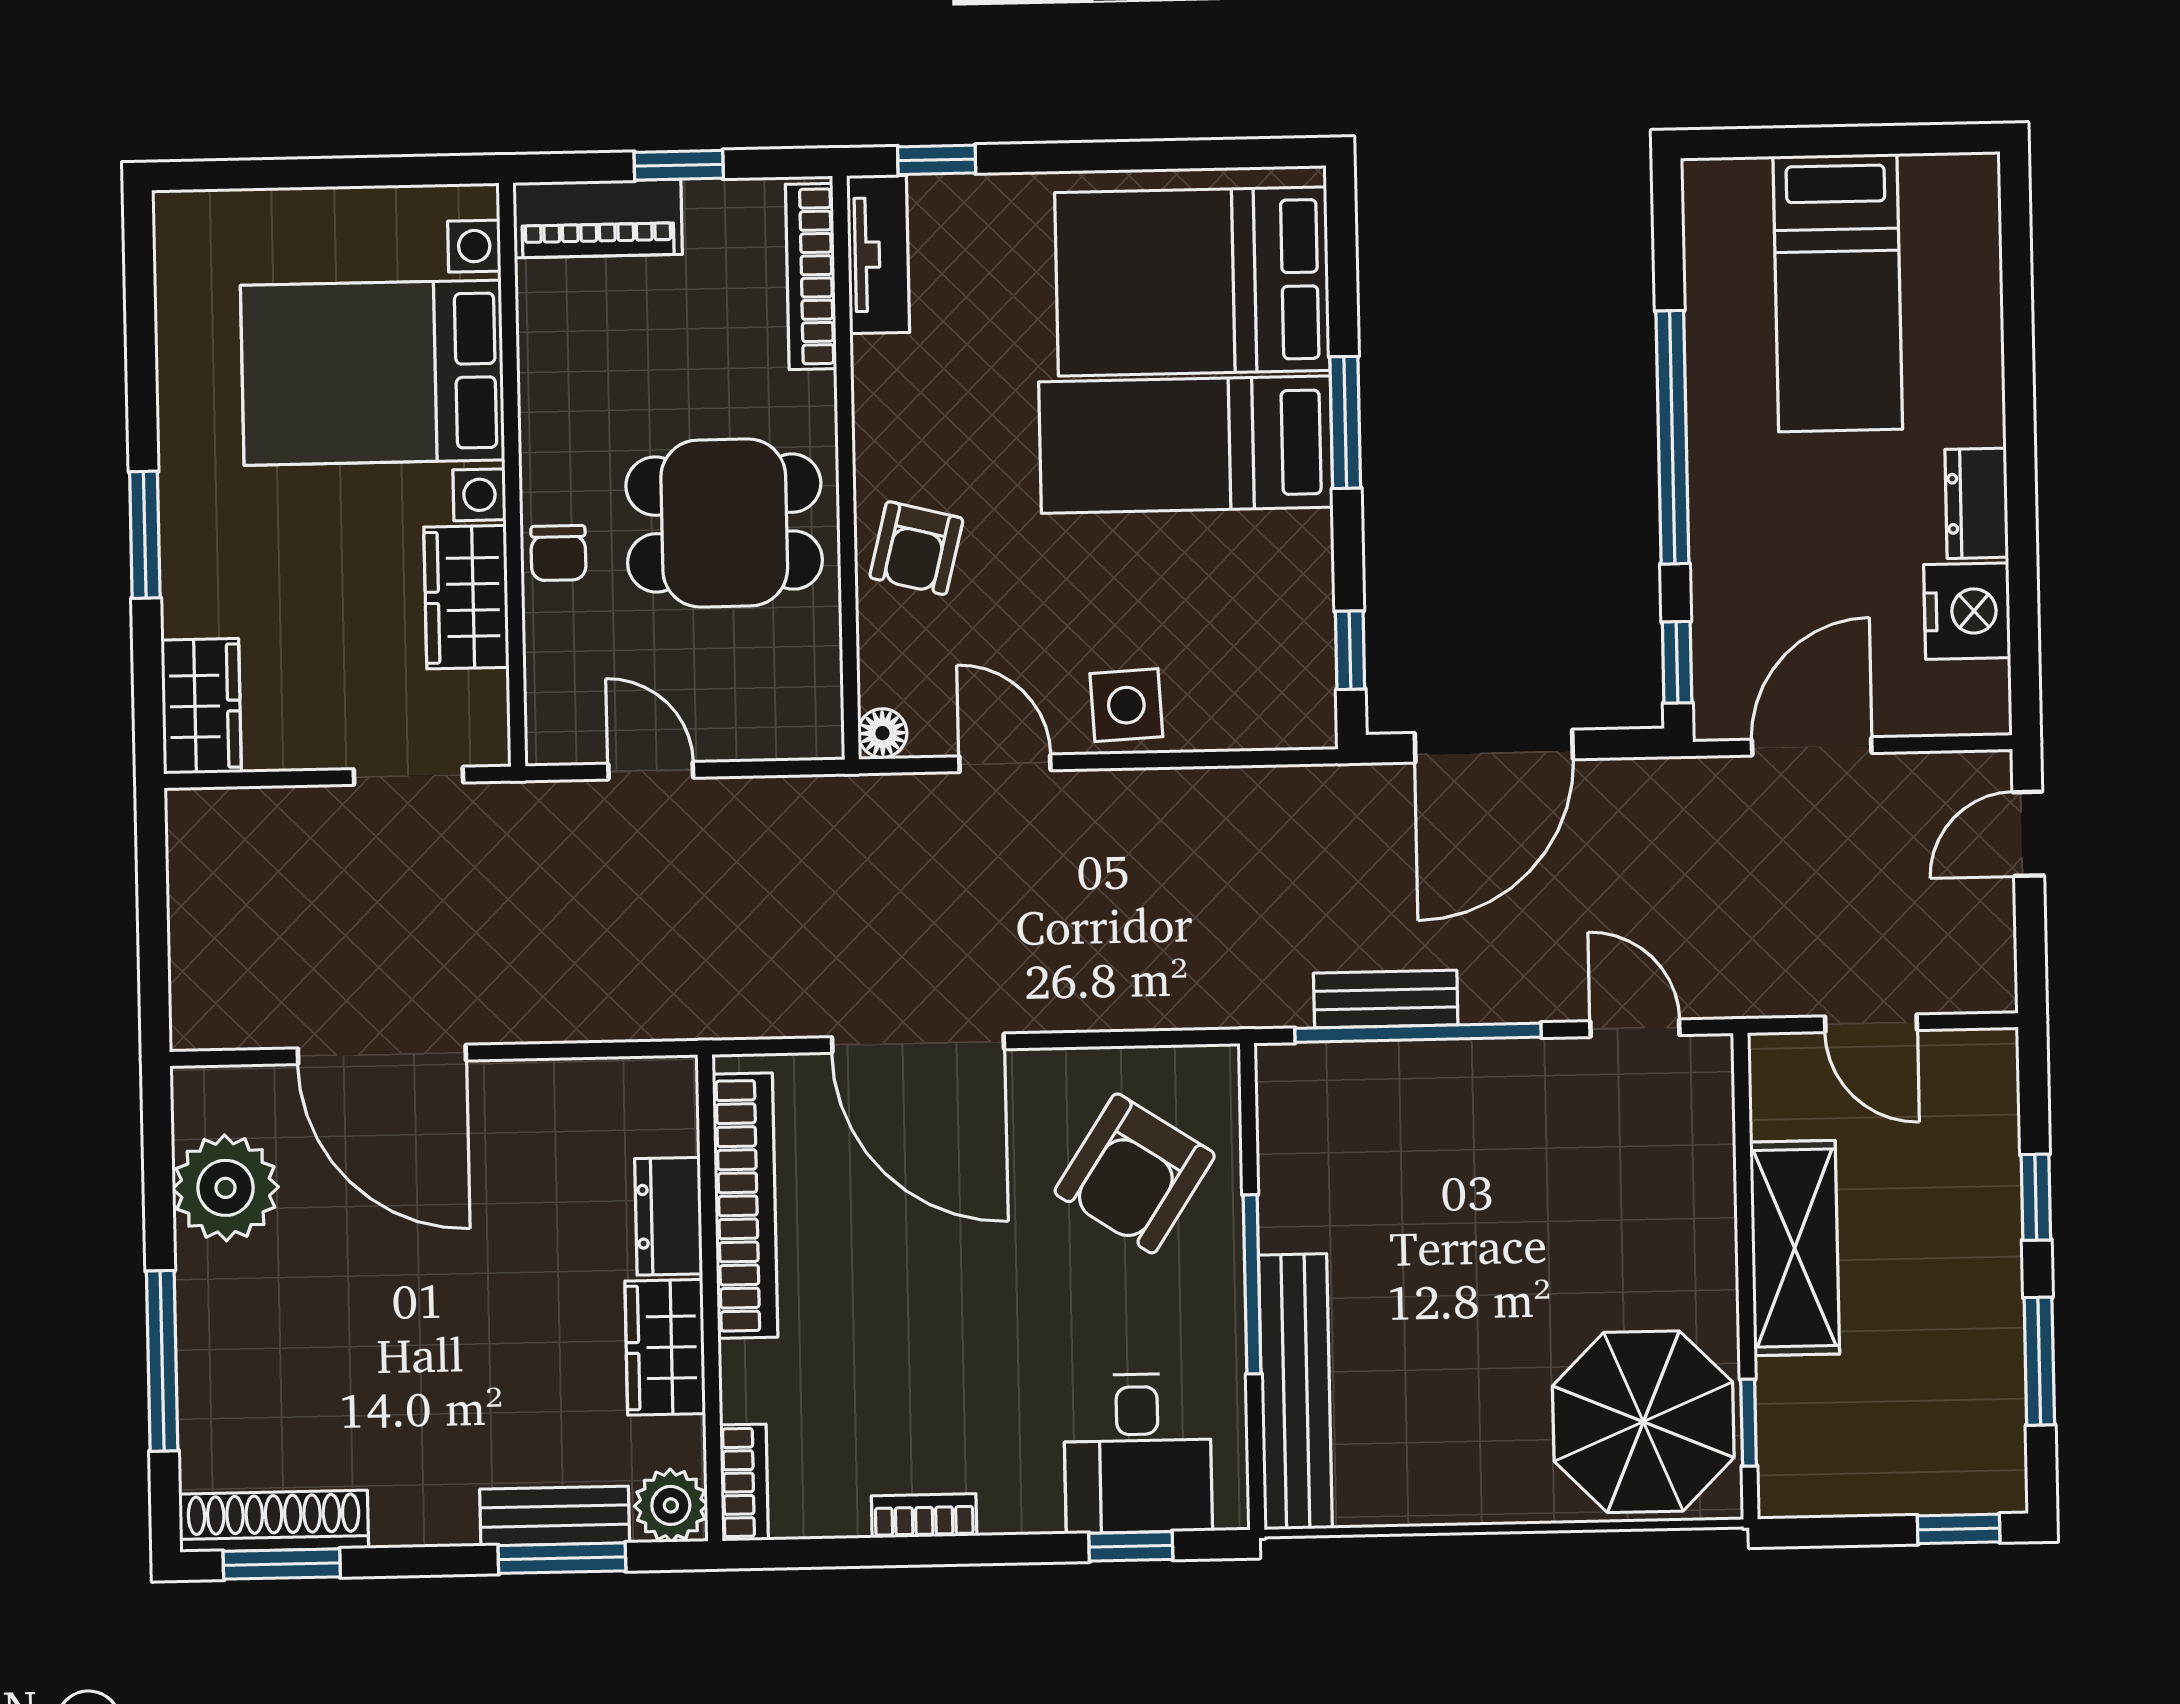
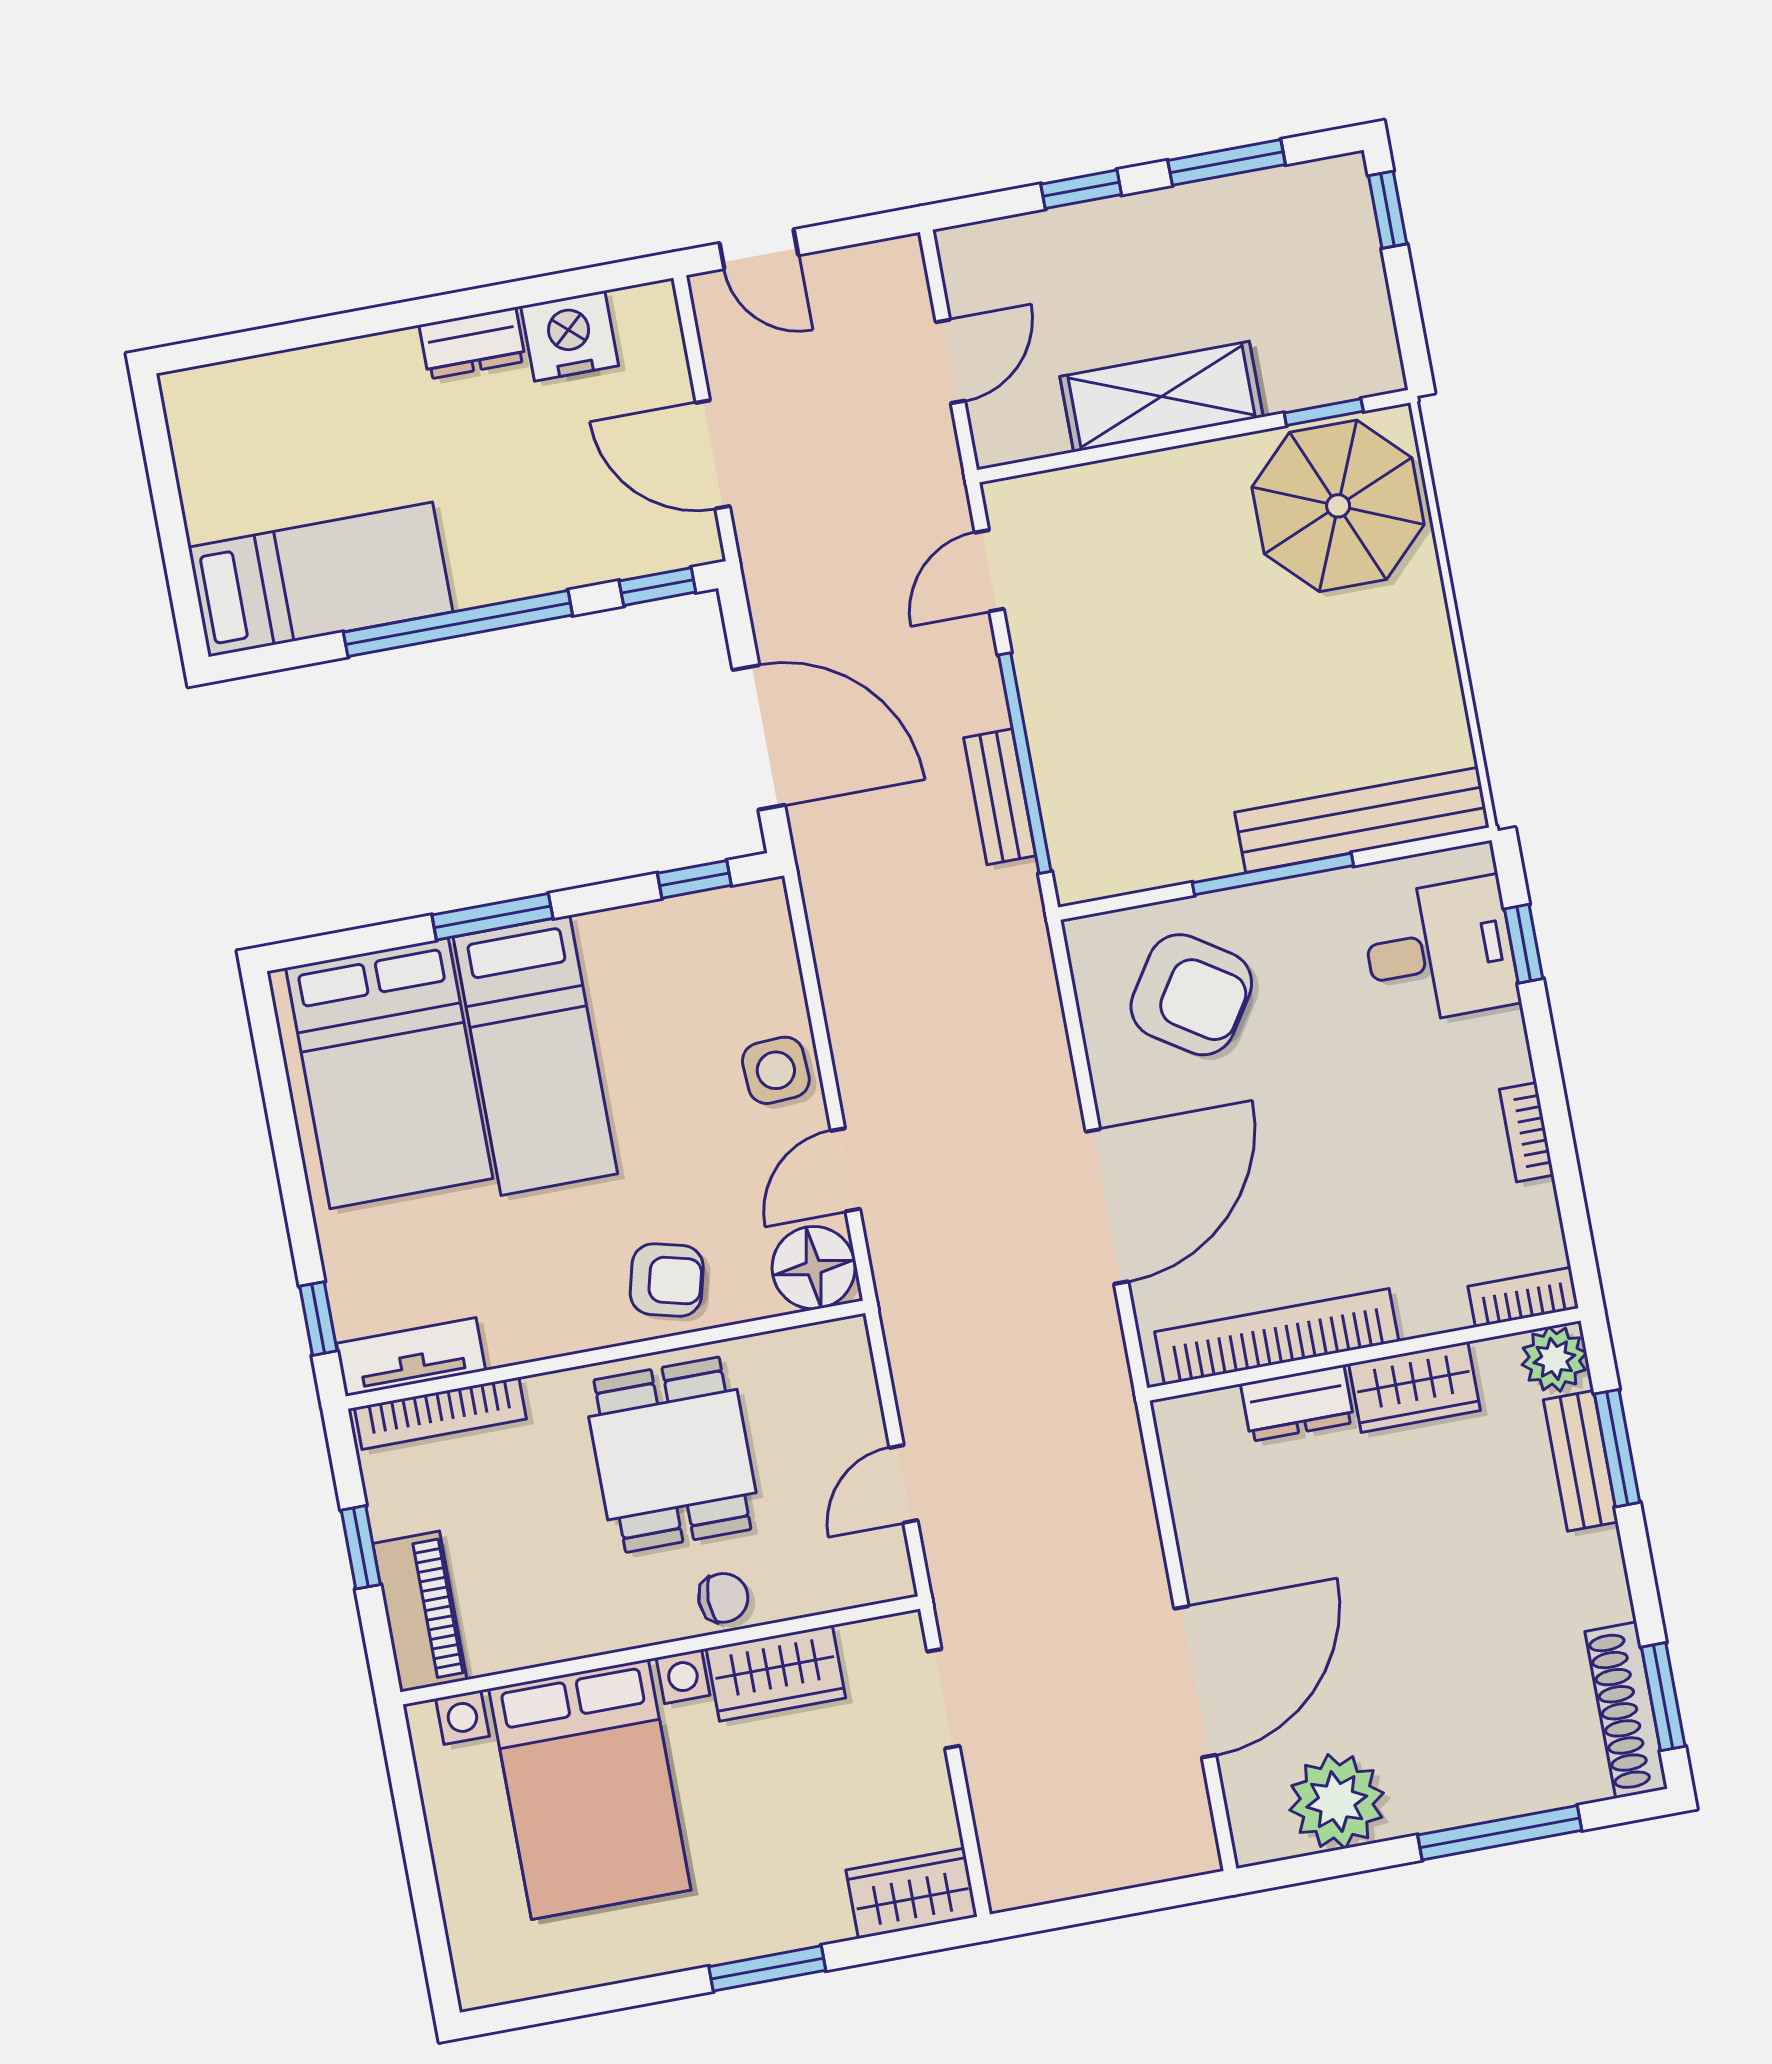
bed: (1838, 293) -> (320, 579), moved
floor lamp: (882, 733) -> (814, 1268), width x1.89, depth x1.89

